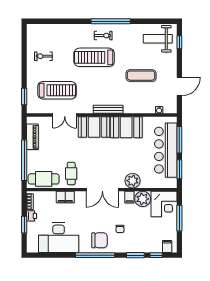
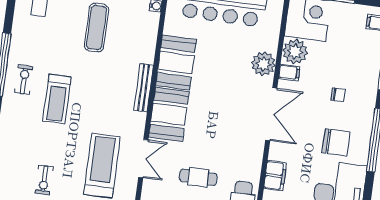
treadmill: (94, 57) -> (57, 99), width x0.73, depth x0.73
cafe table: (71, 173) -> (198, 177), moved
chair: (99, 240) -> (336, 142), moved, turned 90

